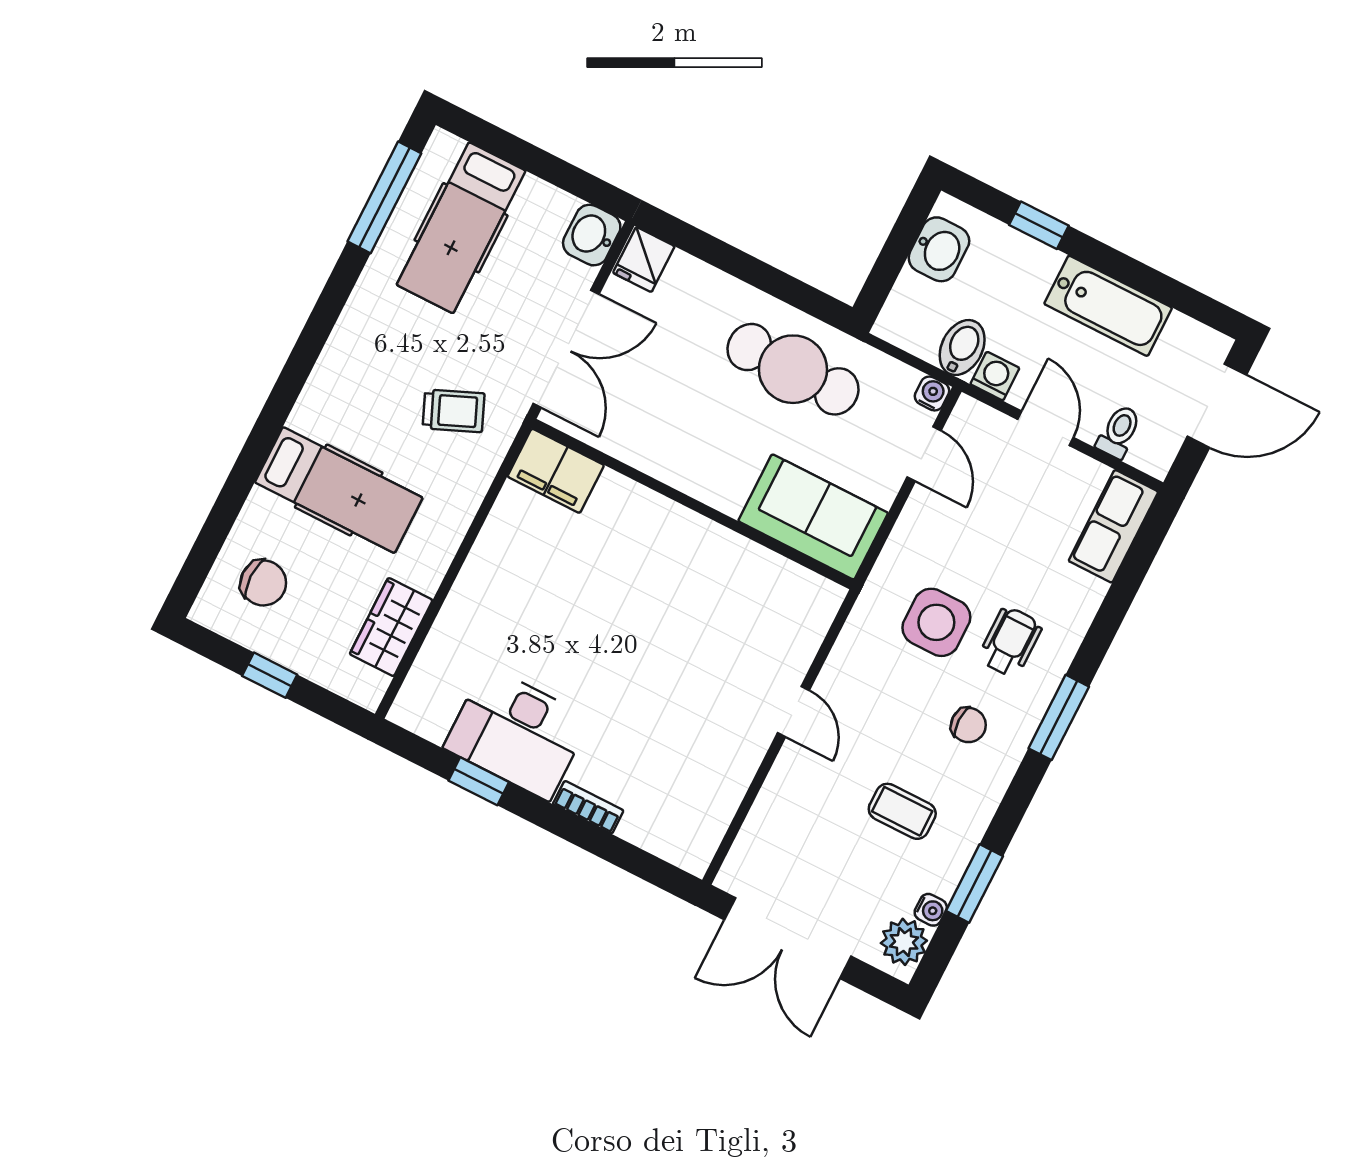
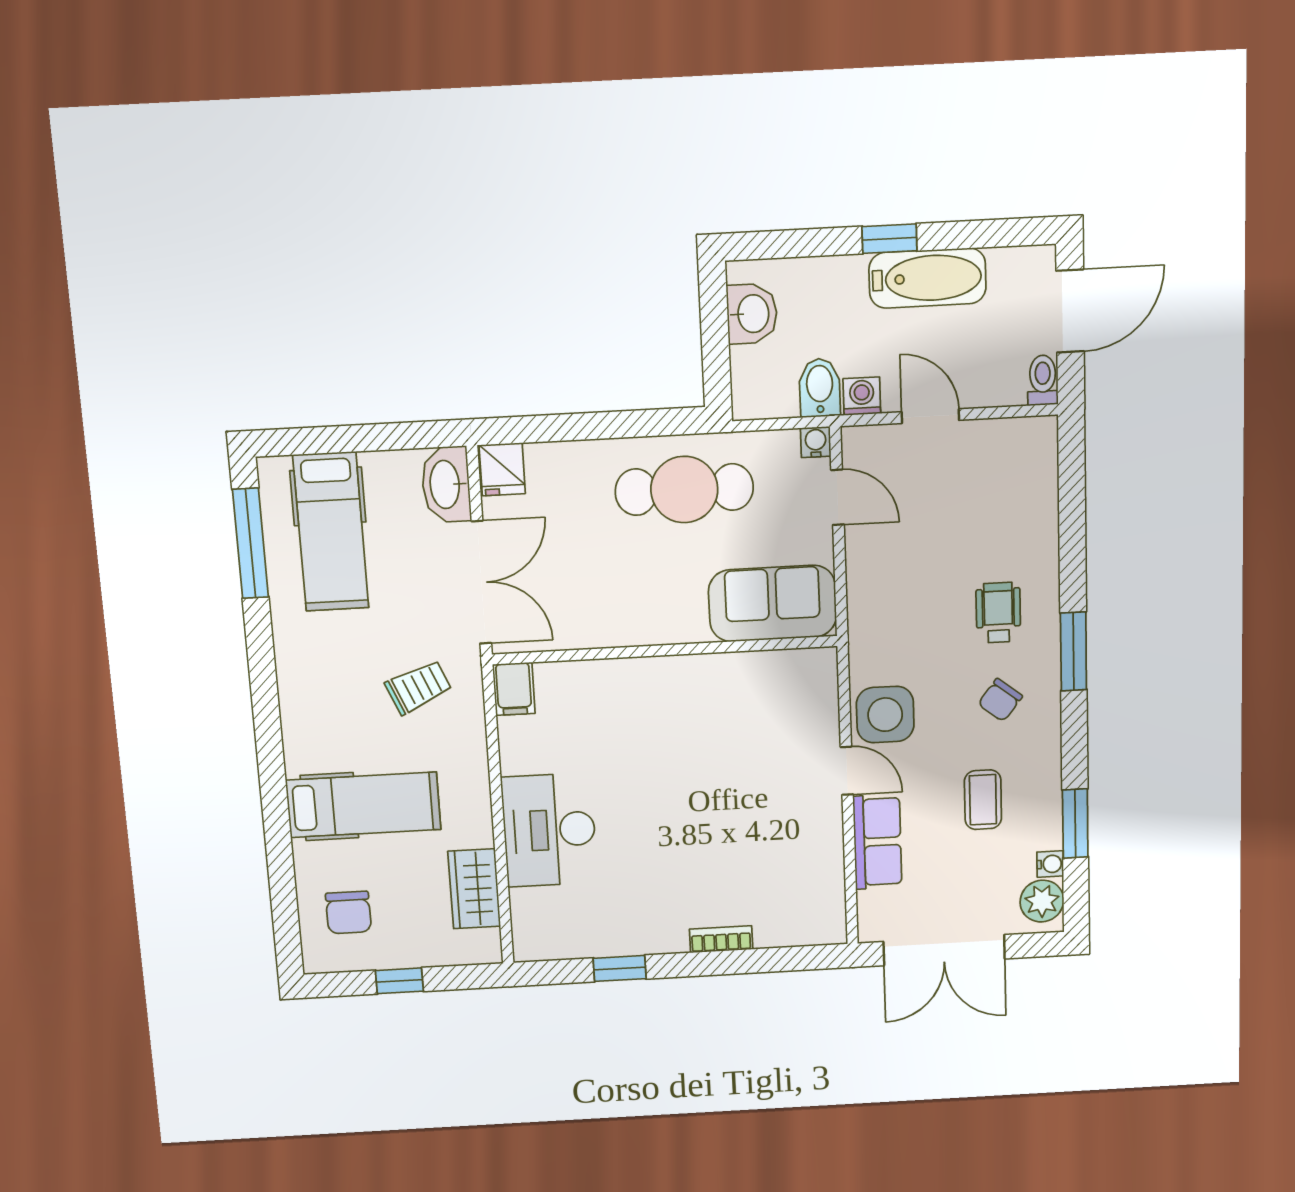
window: (1039, 225) -> (889, 239), moved
washbasin: (592, 235) -> (446, 484), width x1.38
toilet: (1119, 432) -> (1043, 380), moved
filing cabinet: (556, 471) -> (514, 689), width x0.50
row of seats: (1113, 526) -> (877, 842), moved, turned 180
chair: (263, 583) -> (348, 912), turned 90
side table: (936, 622) -> (885, 715), moved
chair: (968, 725) -> (1000, 700), turned 128
desk: (517, 733) -> (549, 830), moved, turned 90
coffee table: (902, 811) -> (983, 800), turned 90

